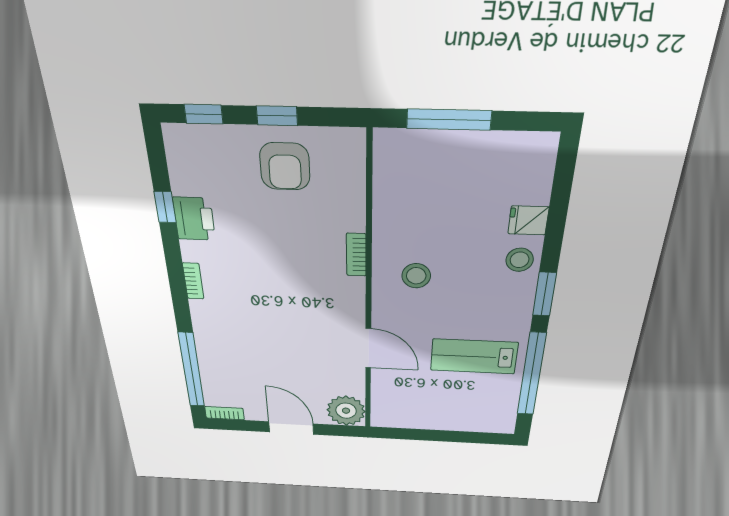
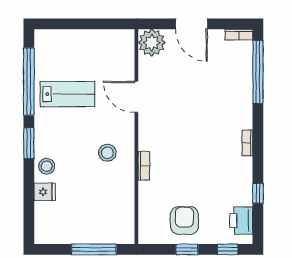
printer: (194, 219) -> (241, 220), moved

